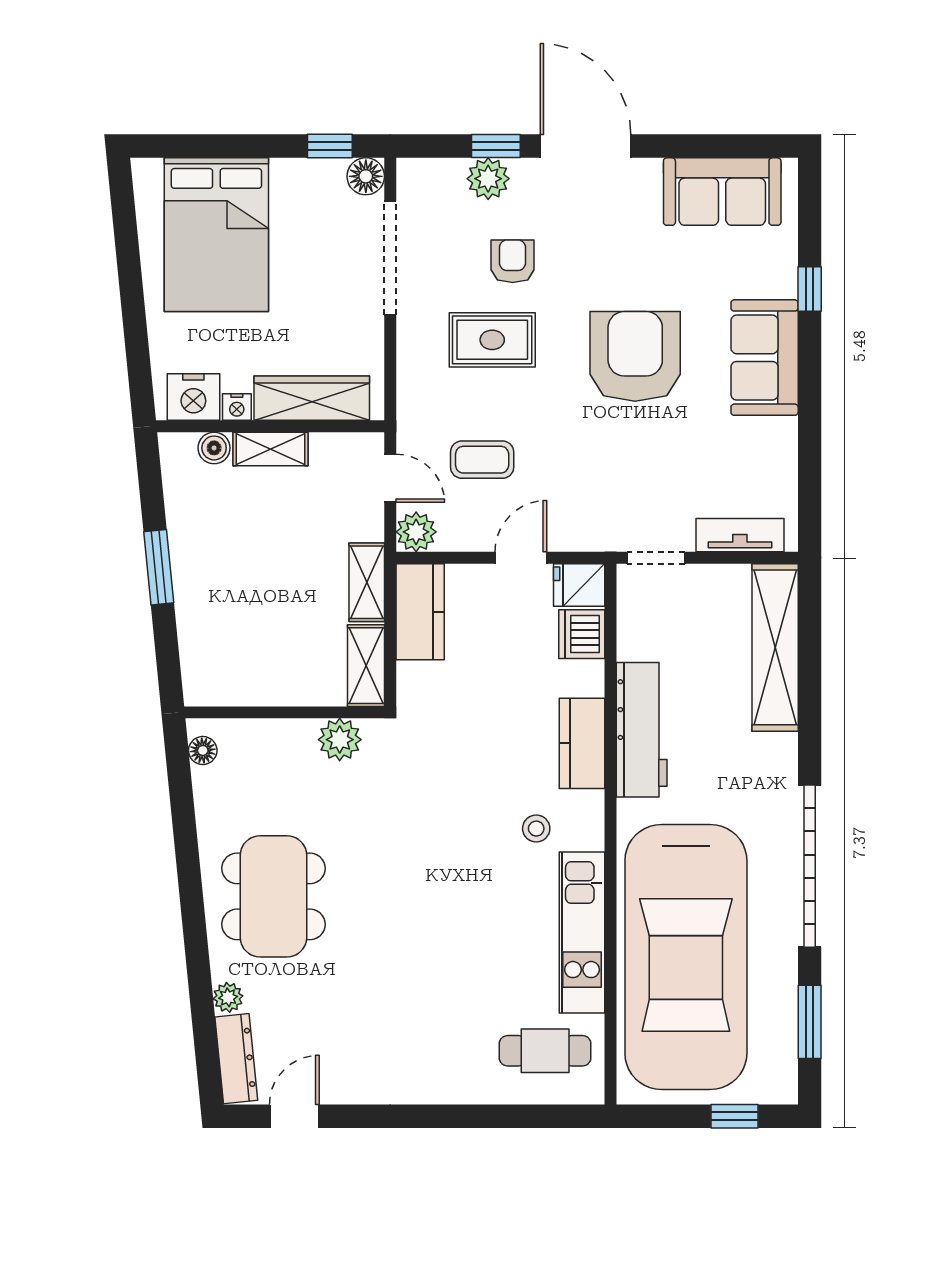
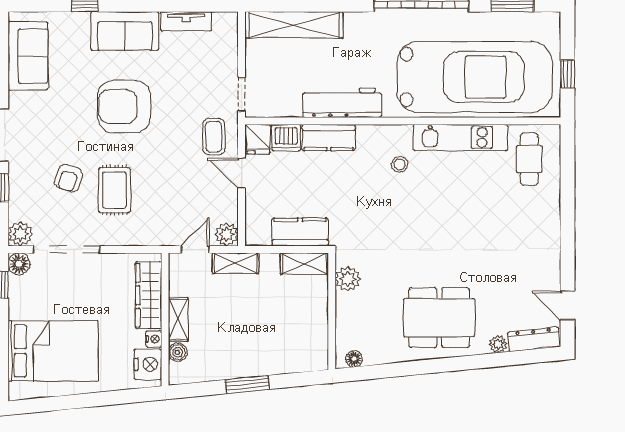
plant: (488, 179) -> (20, 234), moved
armchair: (513, 261) -> (69, 178), turned -71
coffee table: (482, 460) -> (214, 137), moved
tv unit: (740, 535) -> (186, 21), moved, turned -90
shelving: (367, 582) -> (236, 263), moved
kitchen counter: (420, 612) -> (300, 232), moved
kitchen counter: (582, 743) -> (329, 138), moved
window: (734, 1116) -> (567, 74), moved

